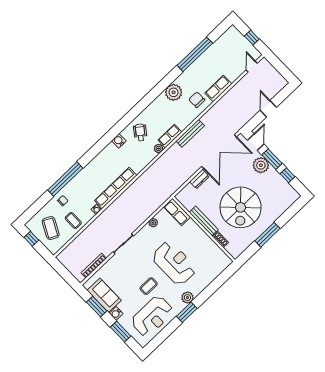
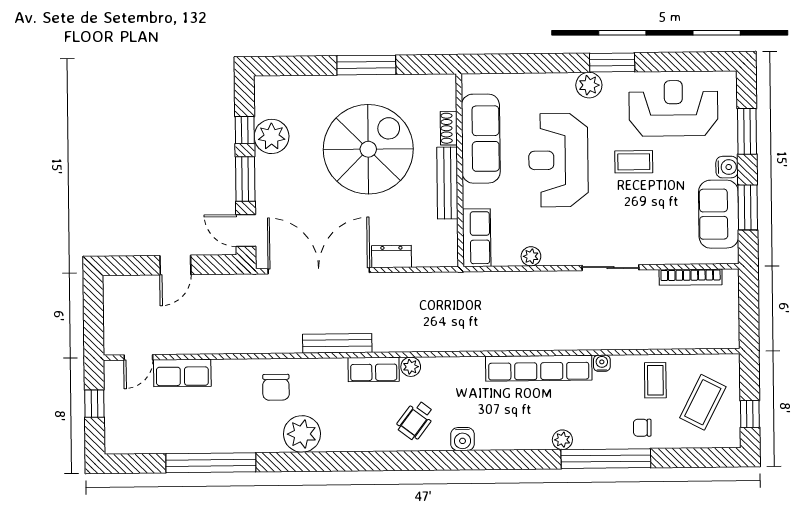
row of seats: (218, 89) -> (182, 373), moved
door: (256, 142) -> (246, 231), hinge flipped
plant: (261, 165) -> (272, 136), moved
plant: (85, 172) -> (562, 440), added
sofa: (207, 246) -> (481, 139), added

